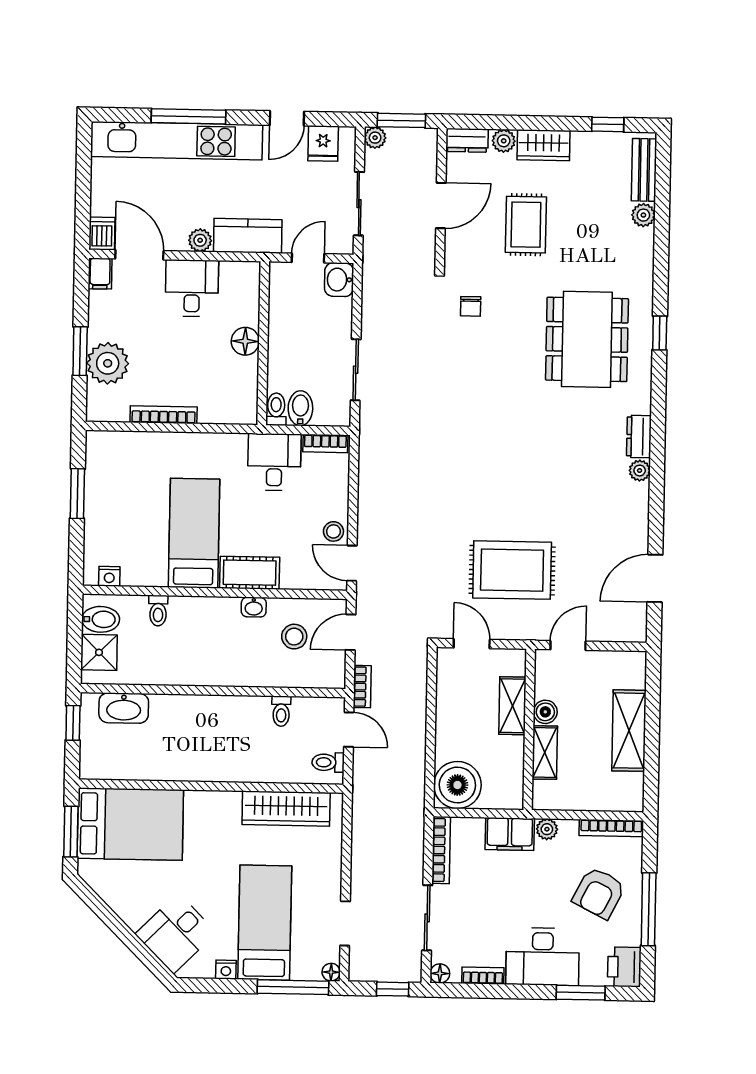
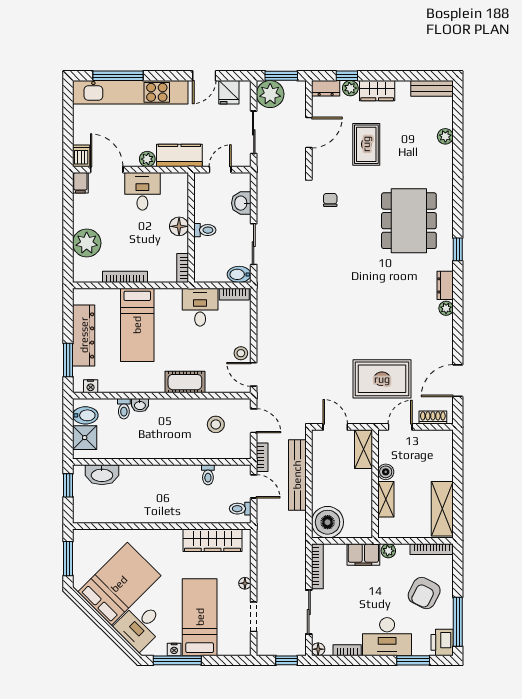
window: (188, 116) -> (118, 76), moved
window: (608, 124) -> (347, 76), moved
plant: (375, 138) -> (270, 94), width x1.87, depth x1.87
bench: (644, 170) -> (432, 88), moved, turned 90
washbasin: (339, 280) -> (241, 203), moved
chair: (471, 306) -> (330, 200), turned 180
window: (660, 333) -> (458, 249), moved
window: (80, 351) -> (68, 235), removed
bookcase: (249, 403) -> (183, 268), added
bidet: (300, 408) -> (239, 274), moved, turned -90
toilet: (276, 409) -> (205, 230), moved, turned 90
window: (77, 494) -> (68, 360), moved
dresser: (100, 501) -> (84, 335), added
bed: (194, 533) -> (137, 325), moved, turned 180
rug: (512, 570) -> (382, 379), moved
washbasin: (254, 607) -> (140, 405), moved
door: (351, 632) -> (254, 421), swing flipped
shoe rack: (617, 632) -> (433, 417), added
shelving: (512, 706) -> (364, 449), moved
bench: (414, 714) -> (297, 475), added
shelving: (629, 731) -> (442, 509), moved
bed: (130, 824) -> (119, 584), moved, turned -45
window: (649, 909) -> (458, 622), moved
floor lamp: (331, 972) -> (245, 583), moved
window: (293, 987) -> (177, 660), moved

